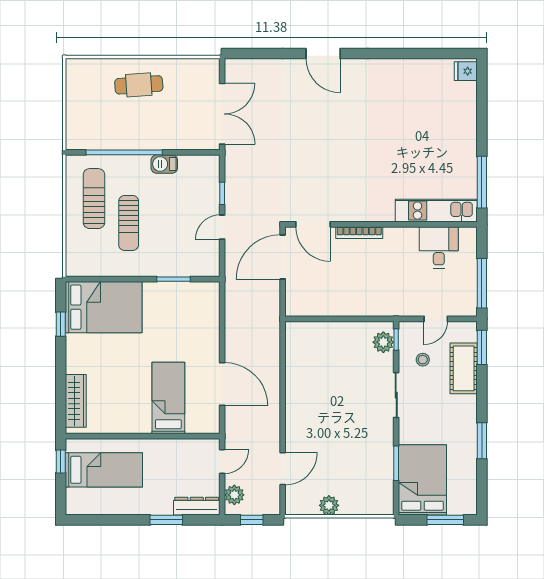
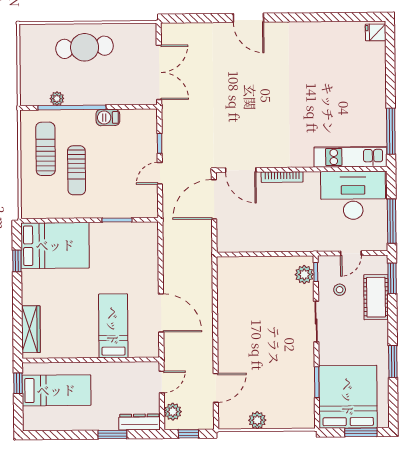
cafe table: (139, 85) -> (85, 47), width x1.37, depth x1.35
plant: (107, 142) -> (57, 99), added
desk: (439, 247) -> (353, 195), width x1.87, depth x1.30
bed: (423, 480) -> (348, 397), width x1.36

